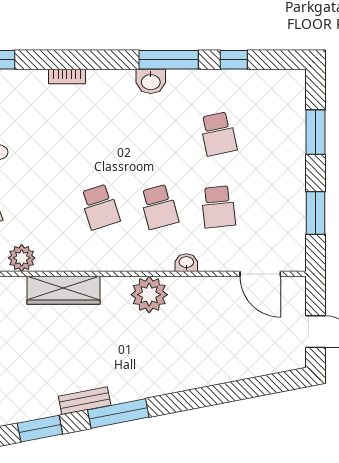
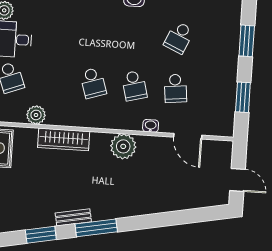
school desk: (218, 134) -> (179, 38), turned 36
door: (260, 274) -> (188, 136), moved

